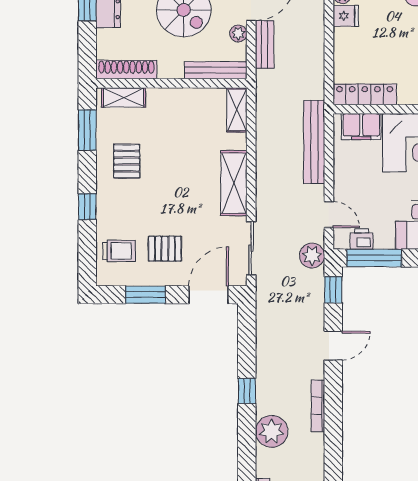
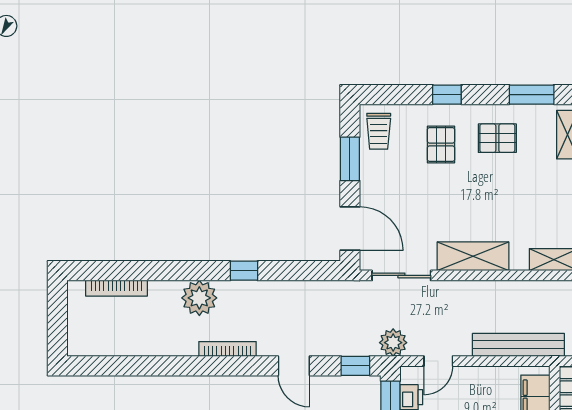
pallet: (165, 249) -> (441, 145), moved
trolley: (119, 251) -> (379, 131), moved

